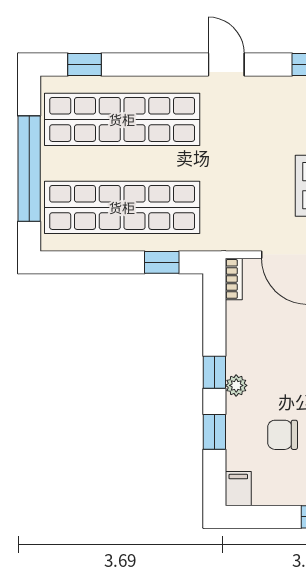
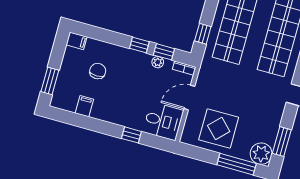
plant: (236, 385) -> (158, 62), moved
window: (214, 432) -> (164, 52), moved

